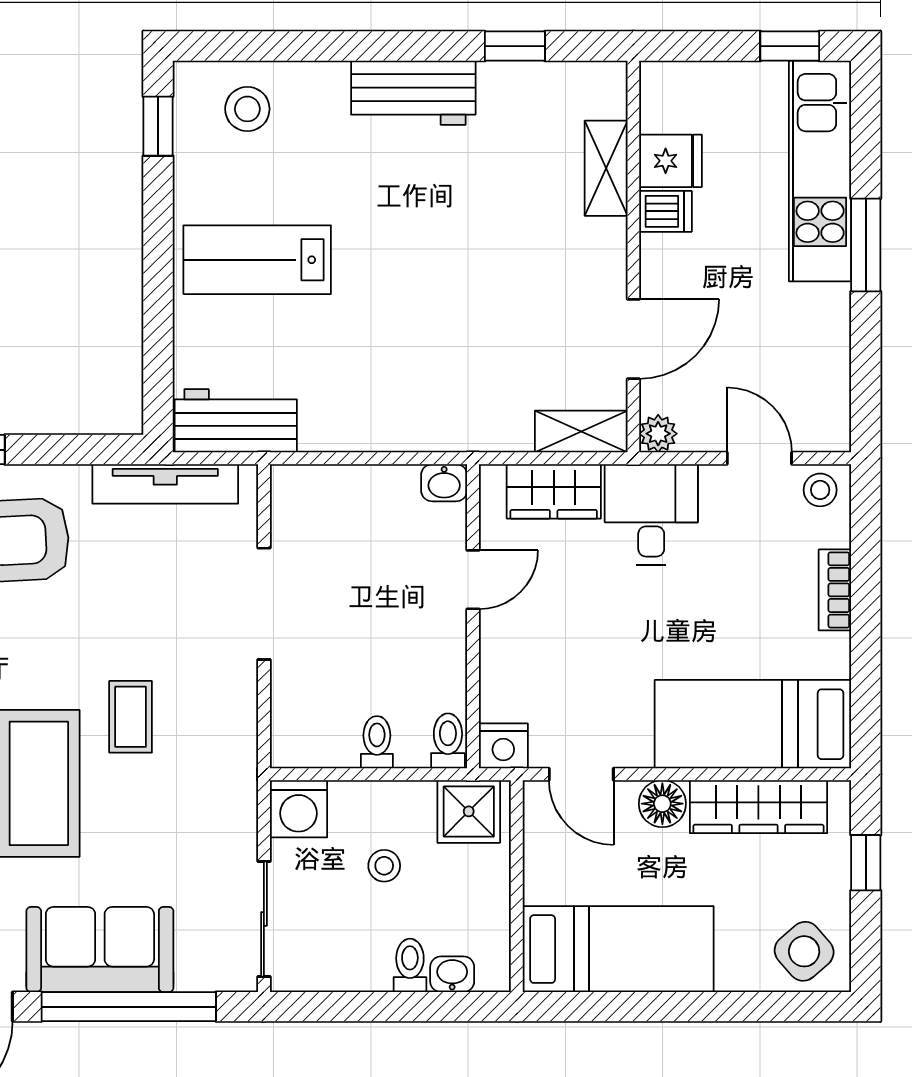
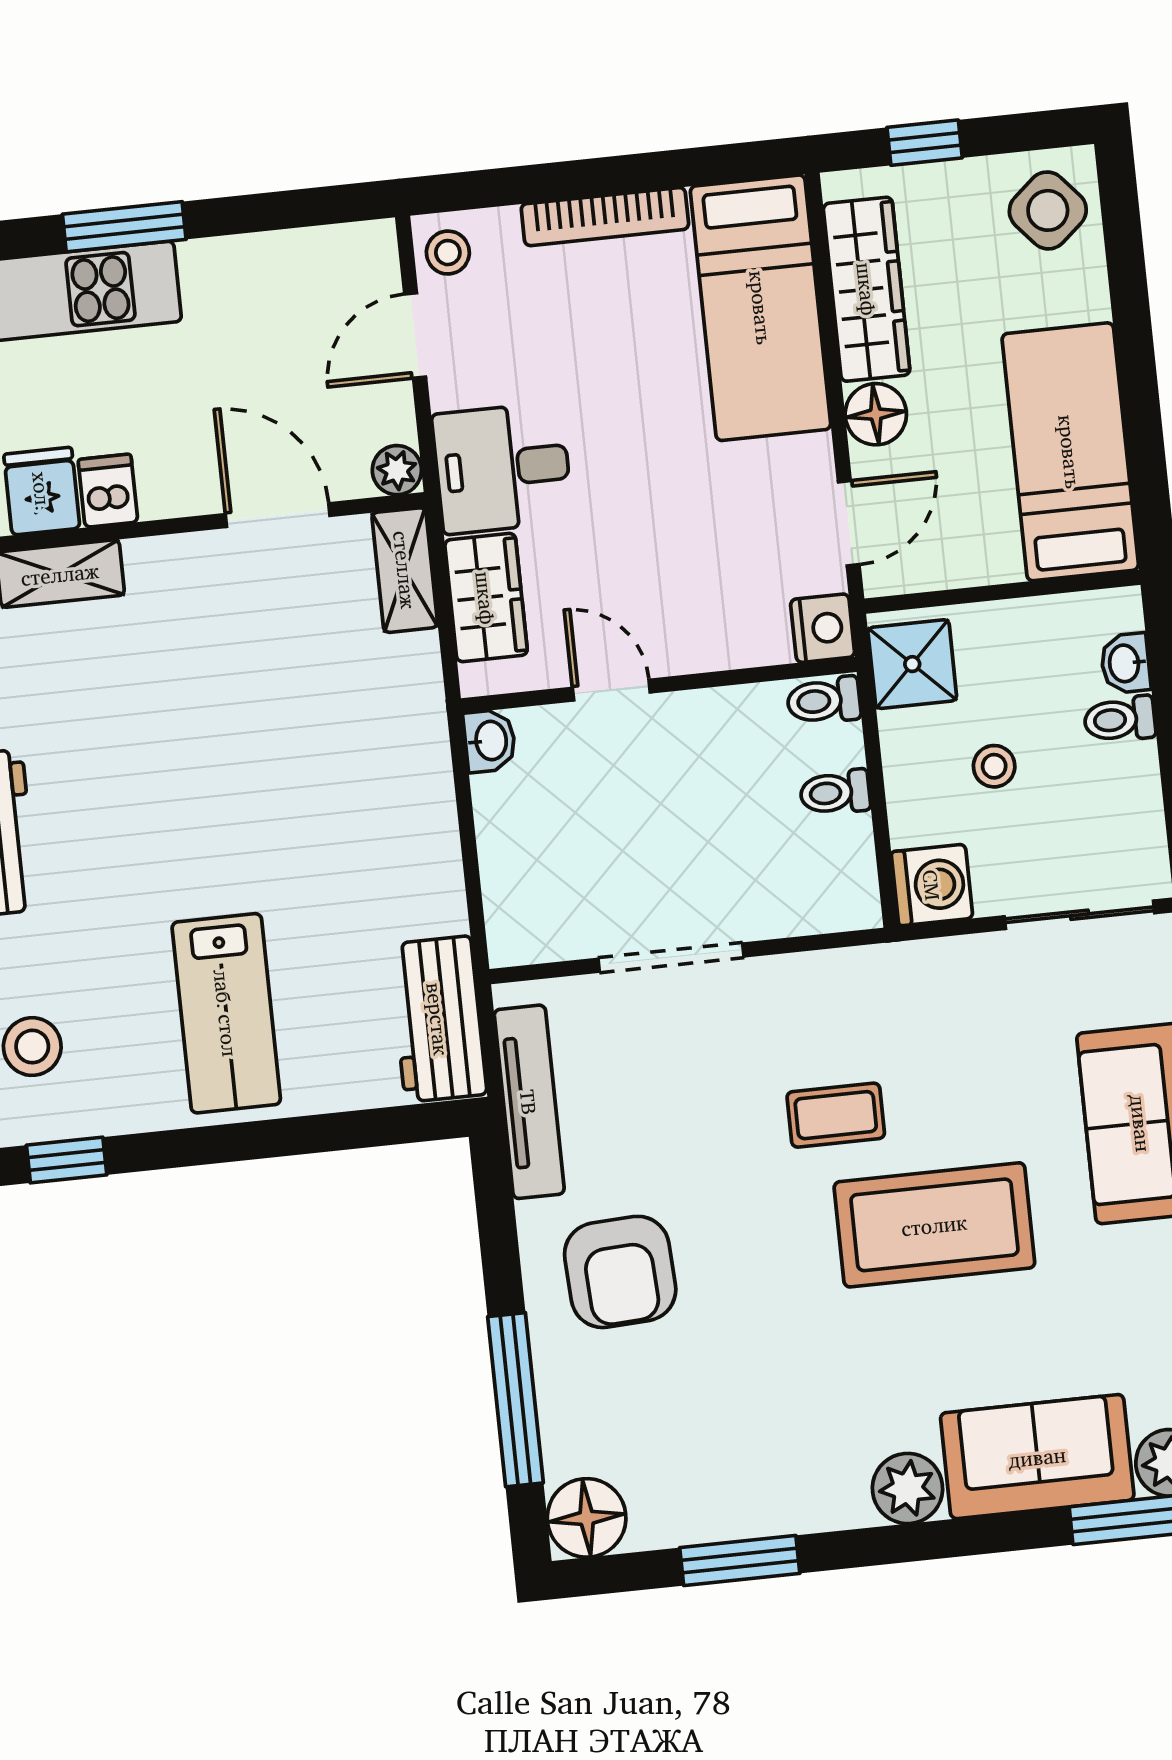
bookcase: (835, 590) -> (605, 217), width x1.56

